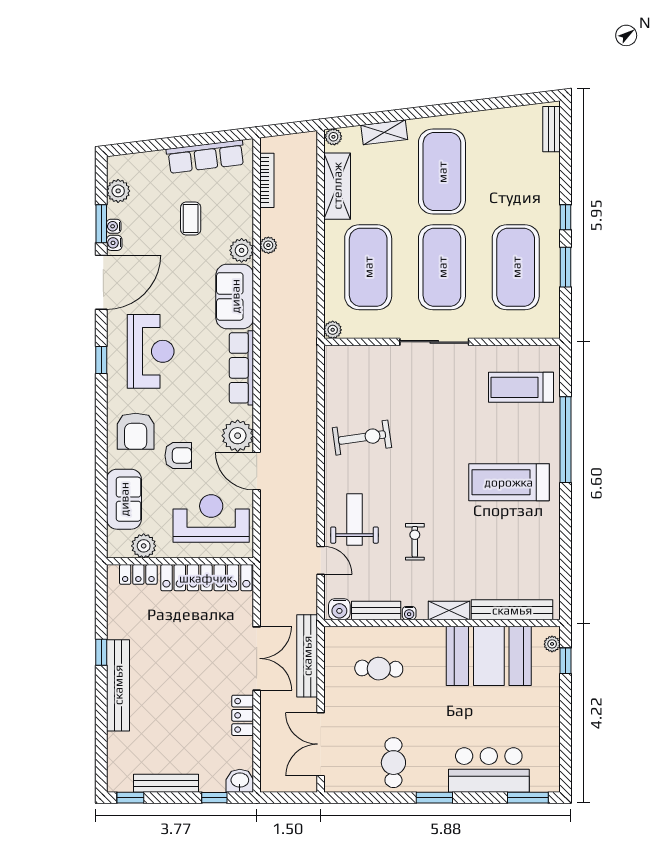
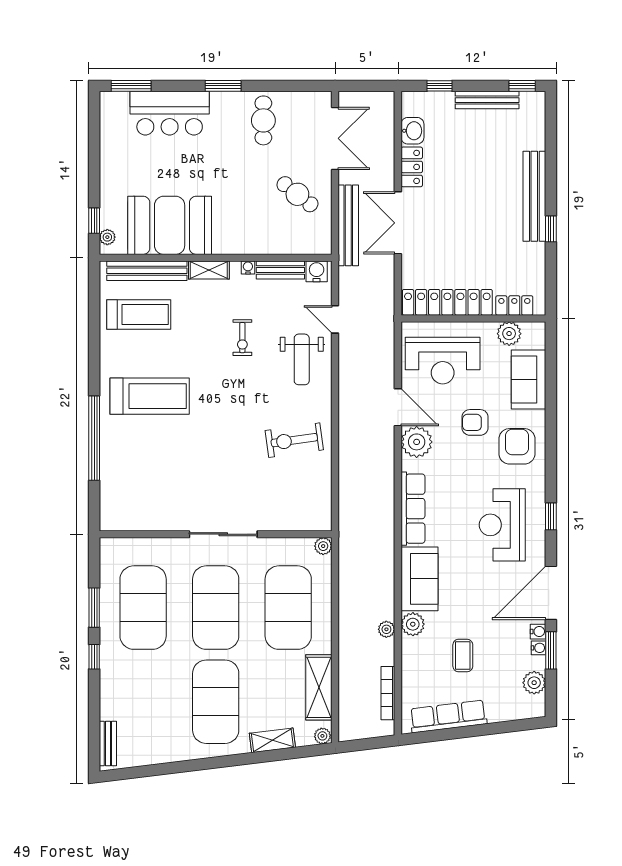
treadmill: (521, 387) -> (139, 315), moved
cafe table: (379, 669) -> (297, 194), moved, turned 36
washbasin: (240, 781) -> (412, 131), moved, turned -90

